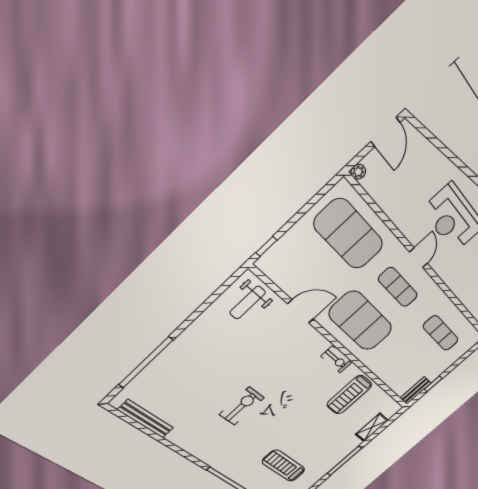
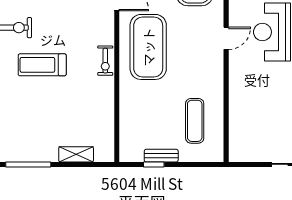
exercise mat: (398, 287) -> (195, 47), removed
bench: (416, 390) -> (161, 156), moved
treadmill: (349, 395) -> (42, 65), moved

